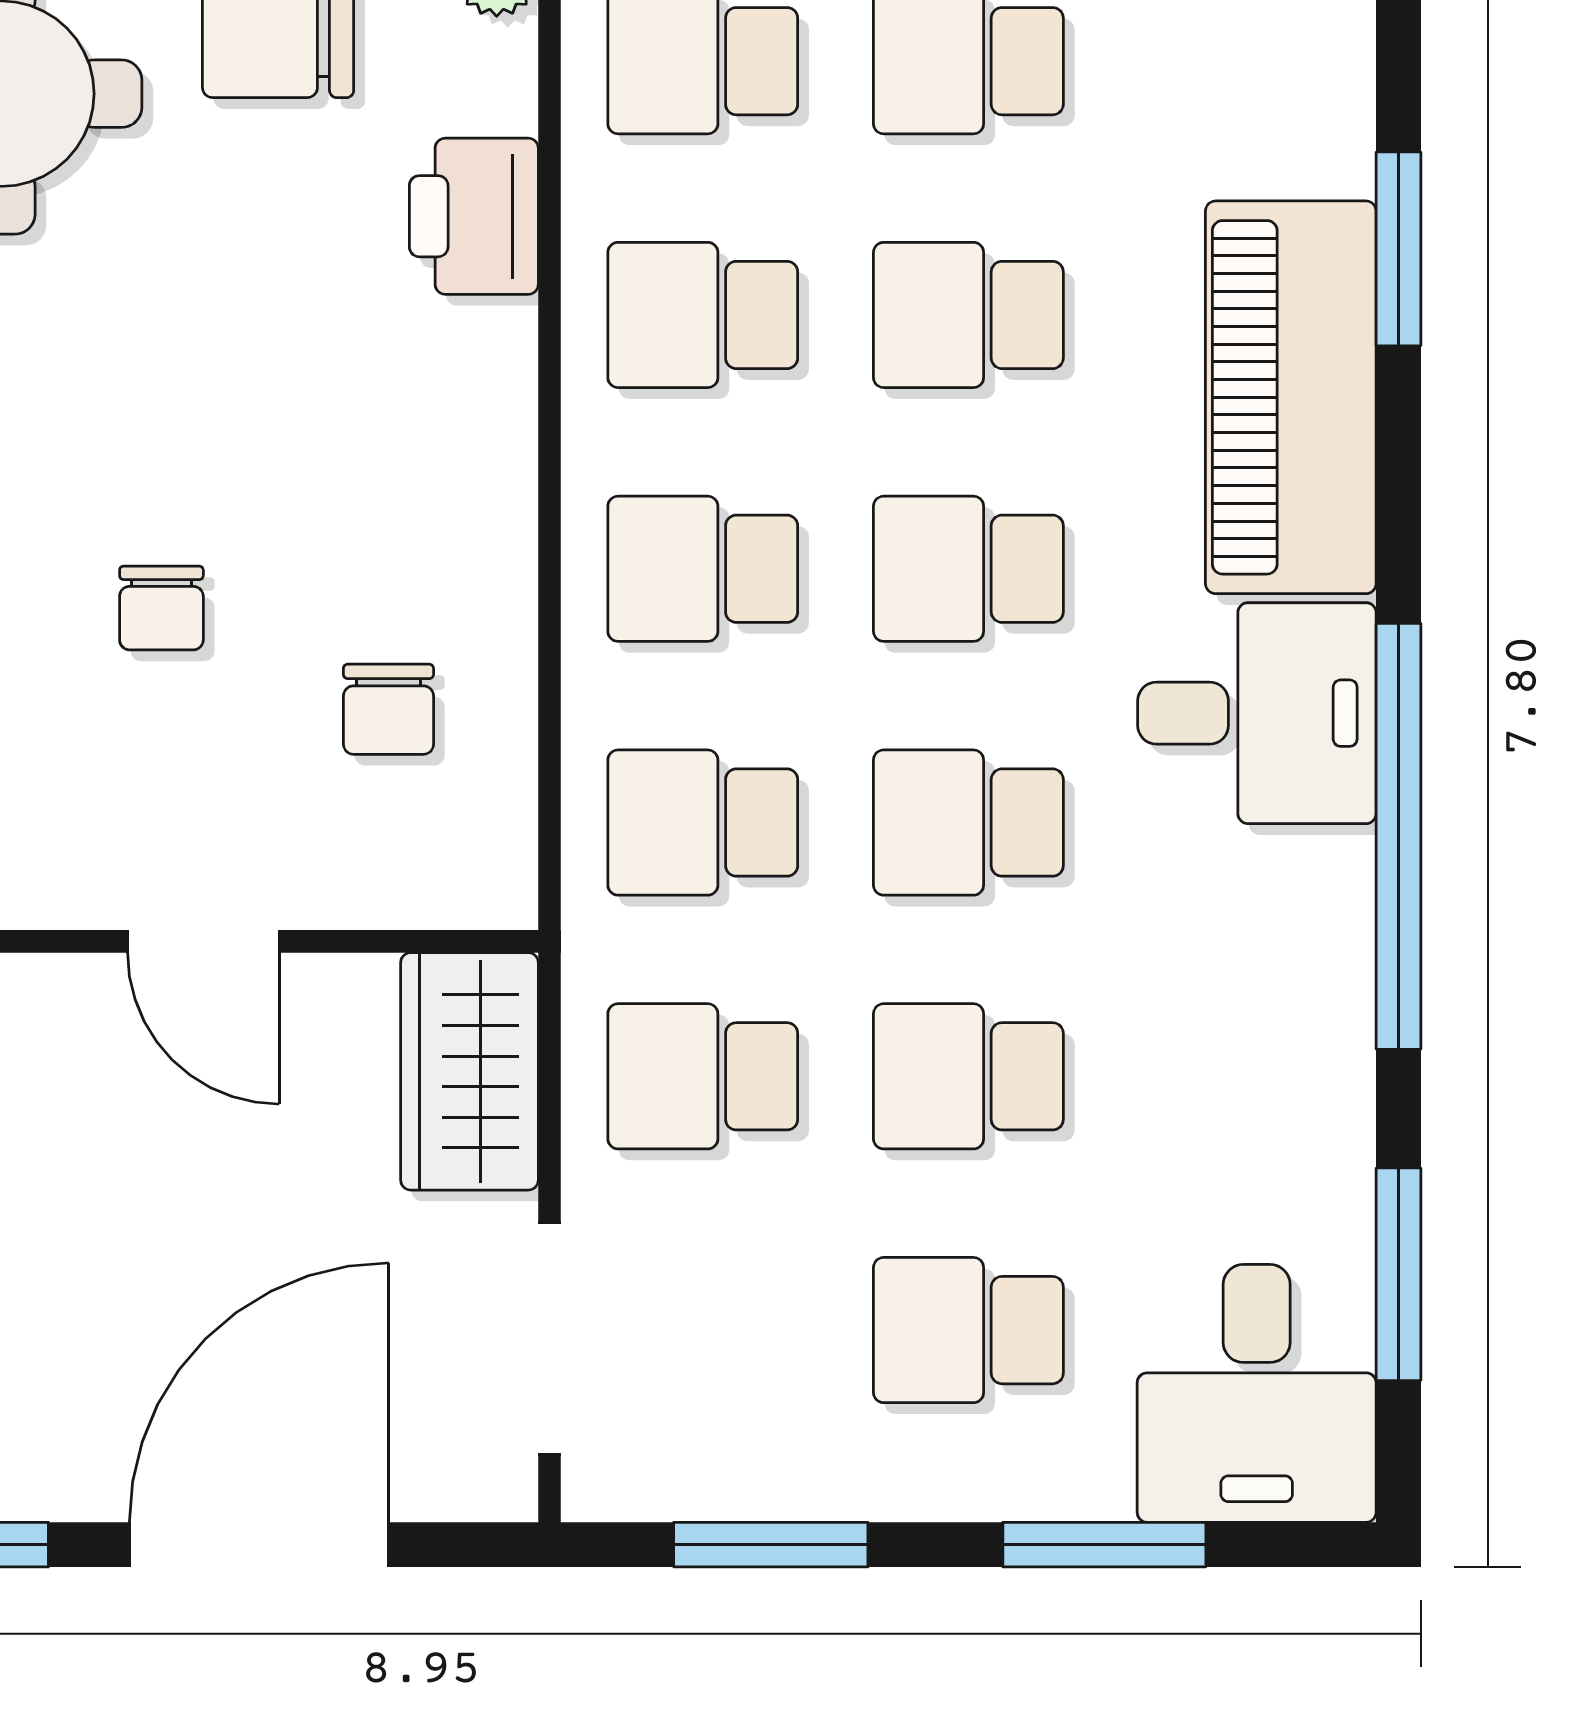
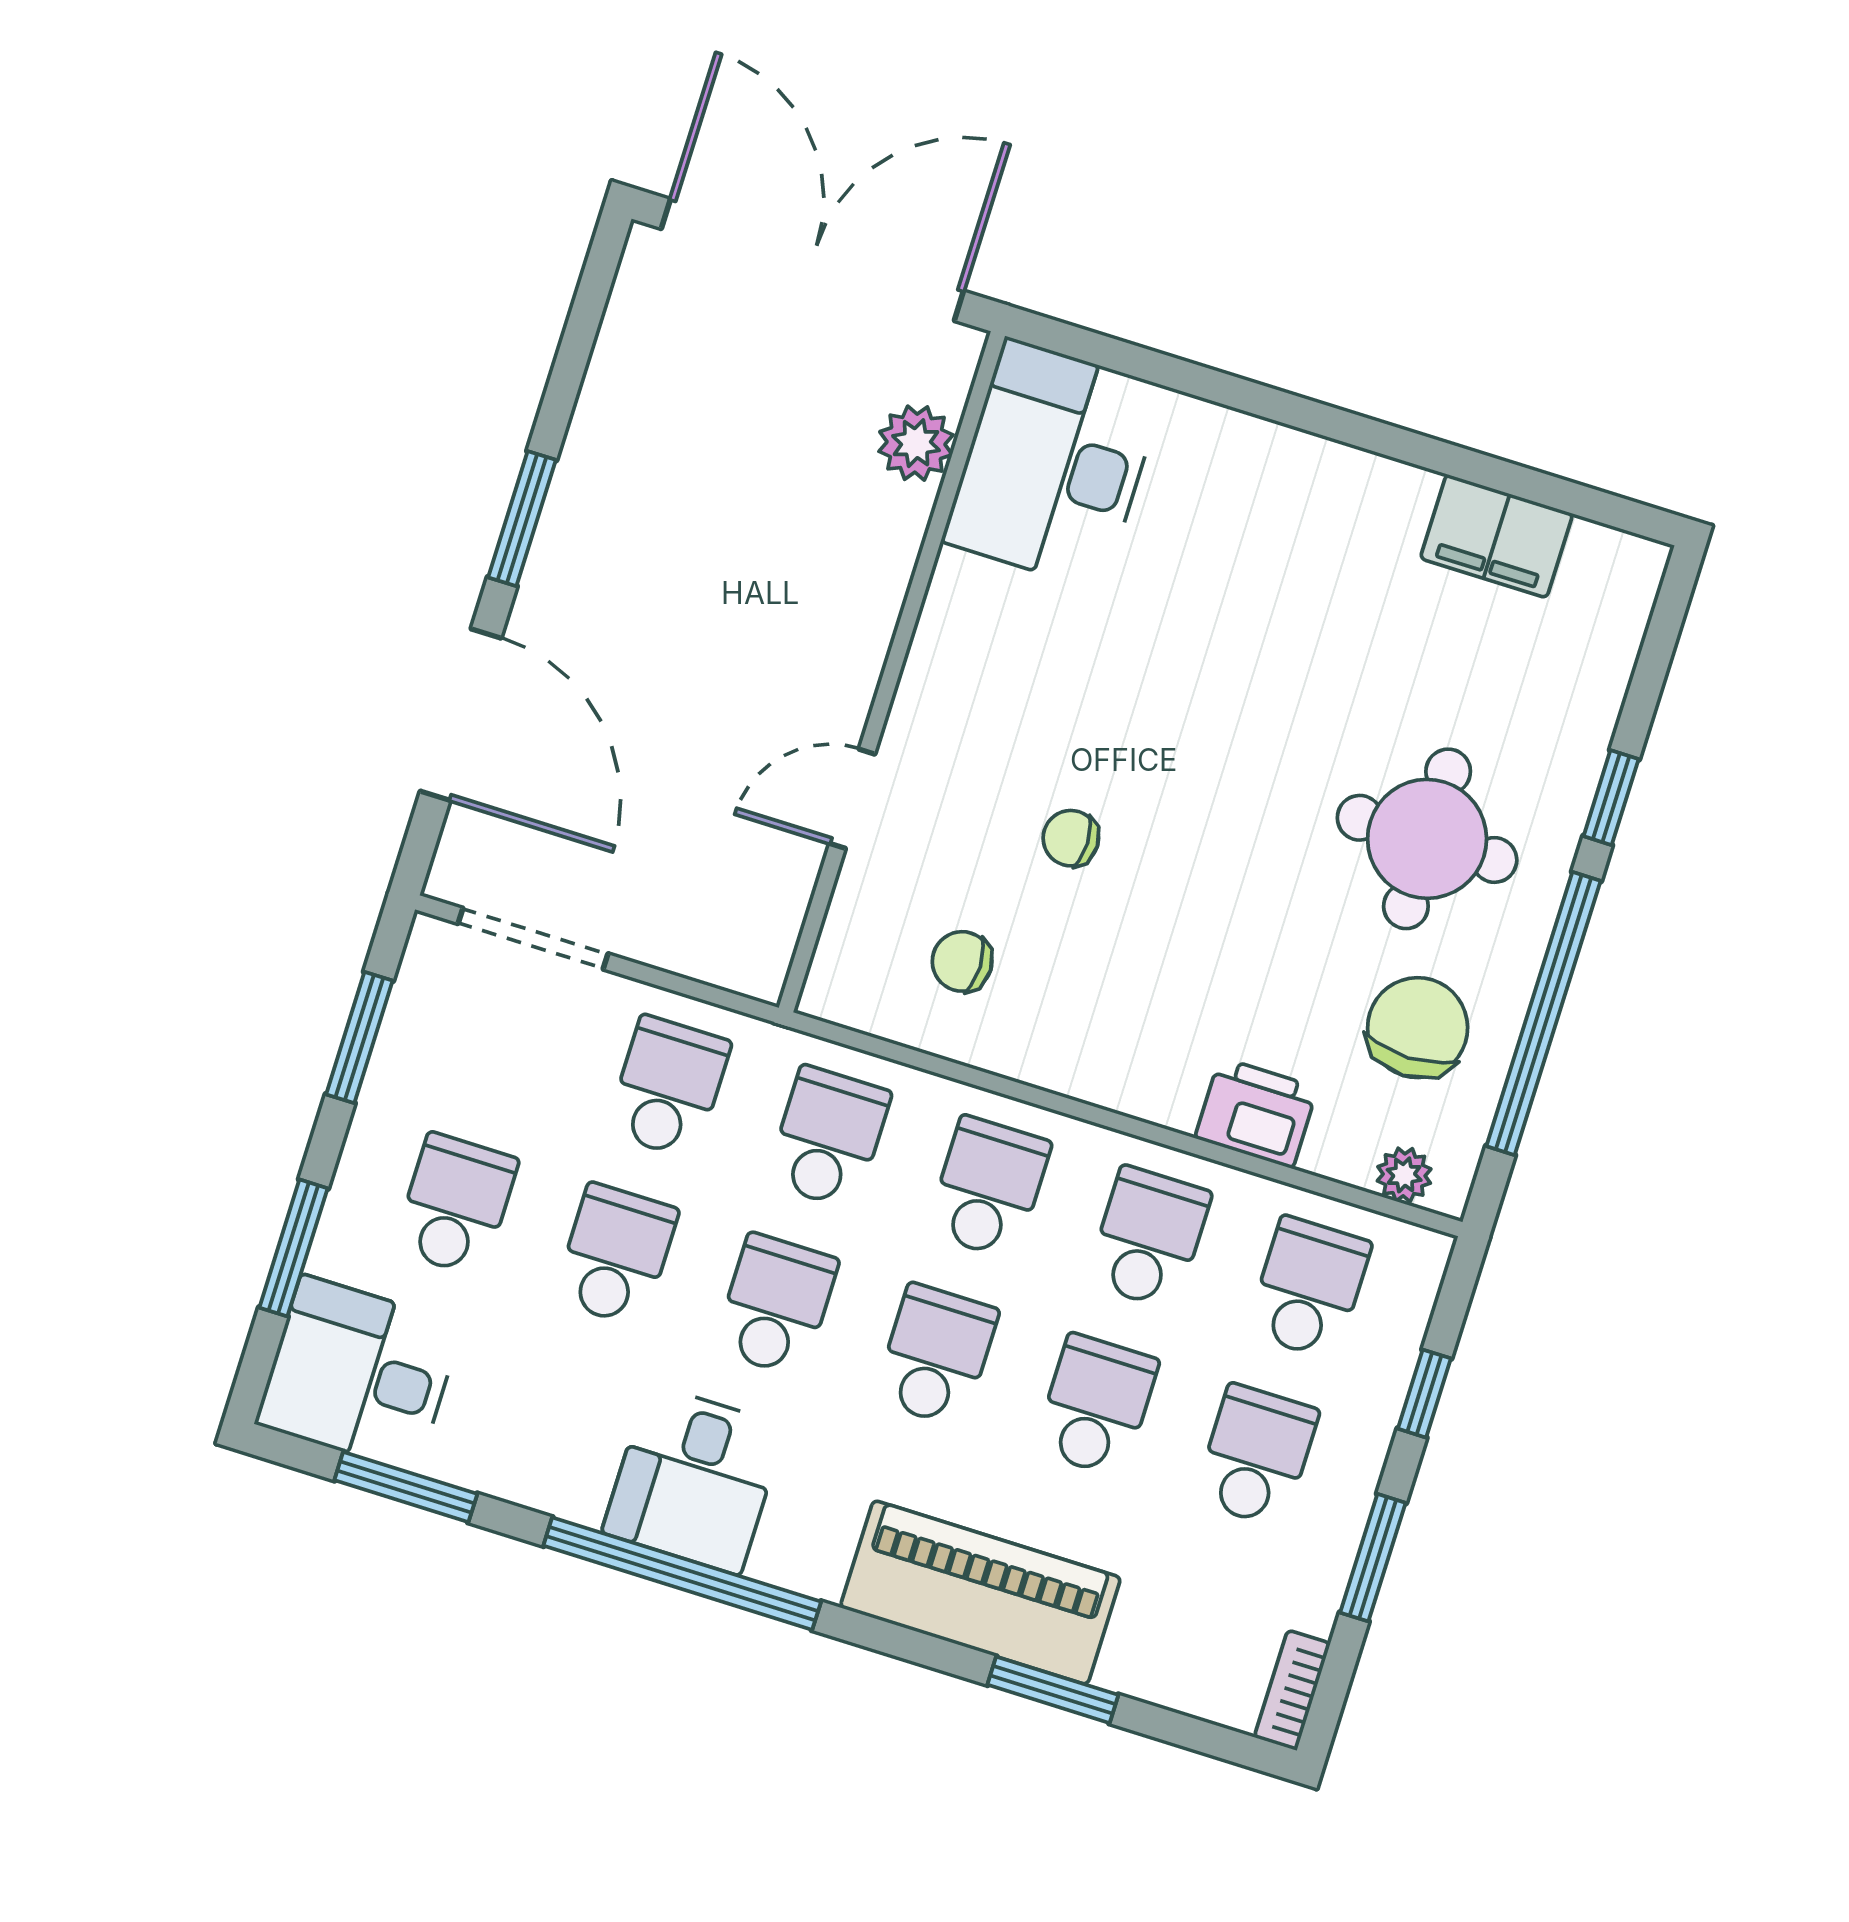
desk: (1257, 713) -> (694, 1479), moved
wardrobe: (469, 1071) -> (718, 941), removed

